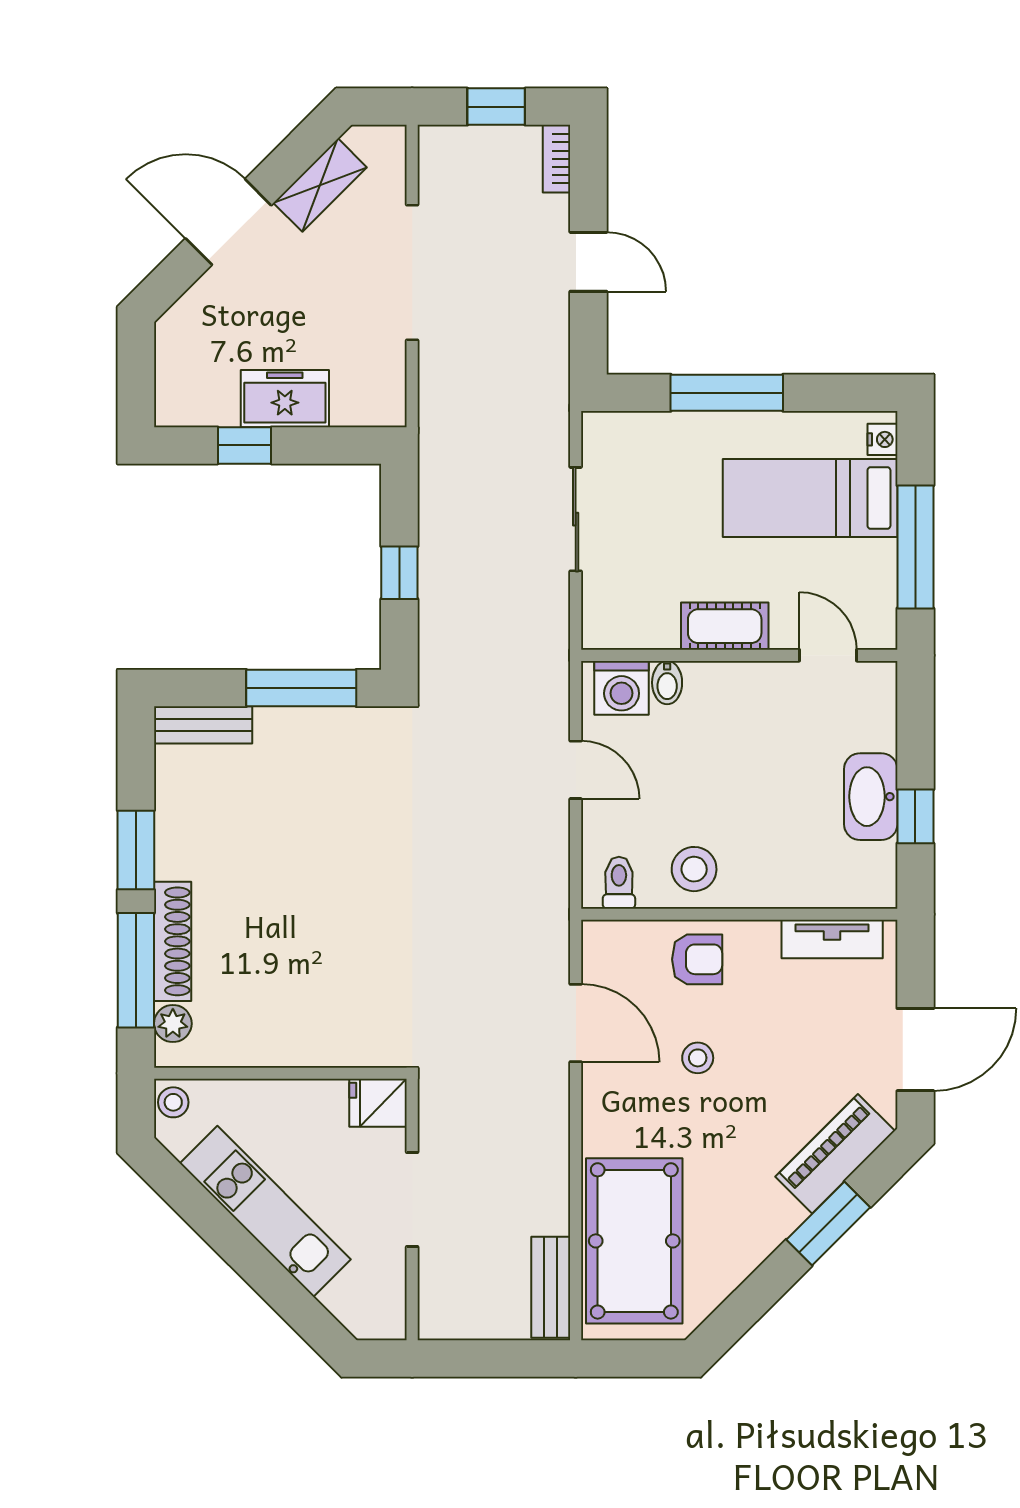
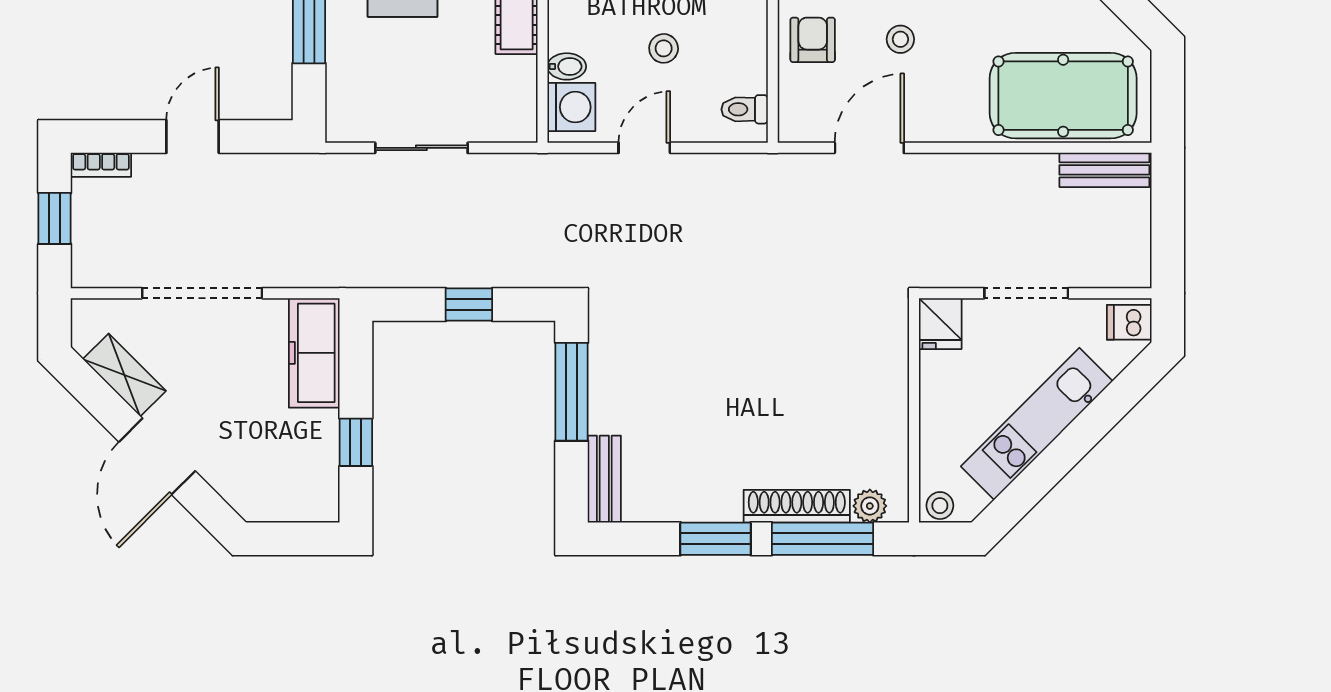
freezer: (285, 399) -> (314, 353), moved, width x1.40
stool: (694, 869) -> (664, 48), moved, width x0.73, depth x0.73
dishwasher: (379, 1315) -> (1129, 322), added

